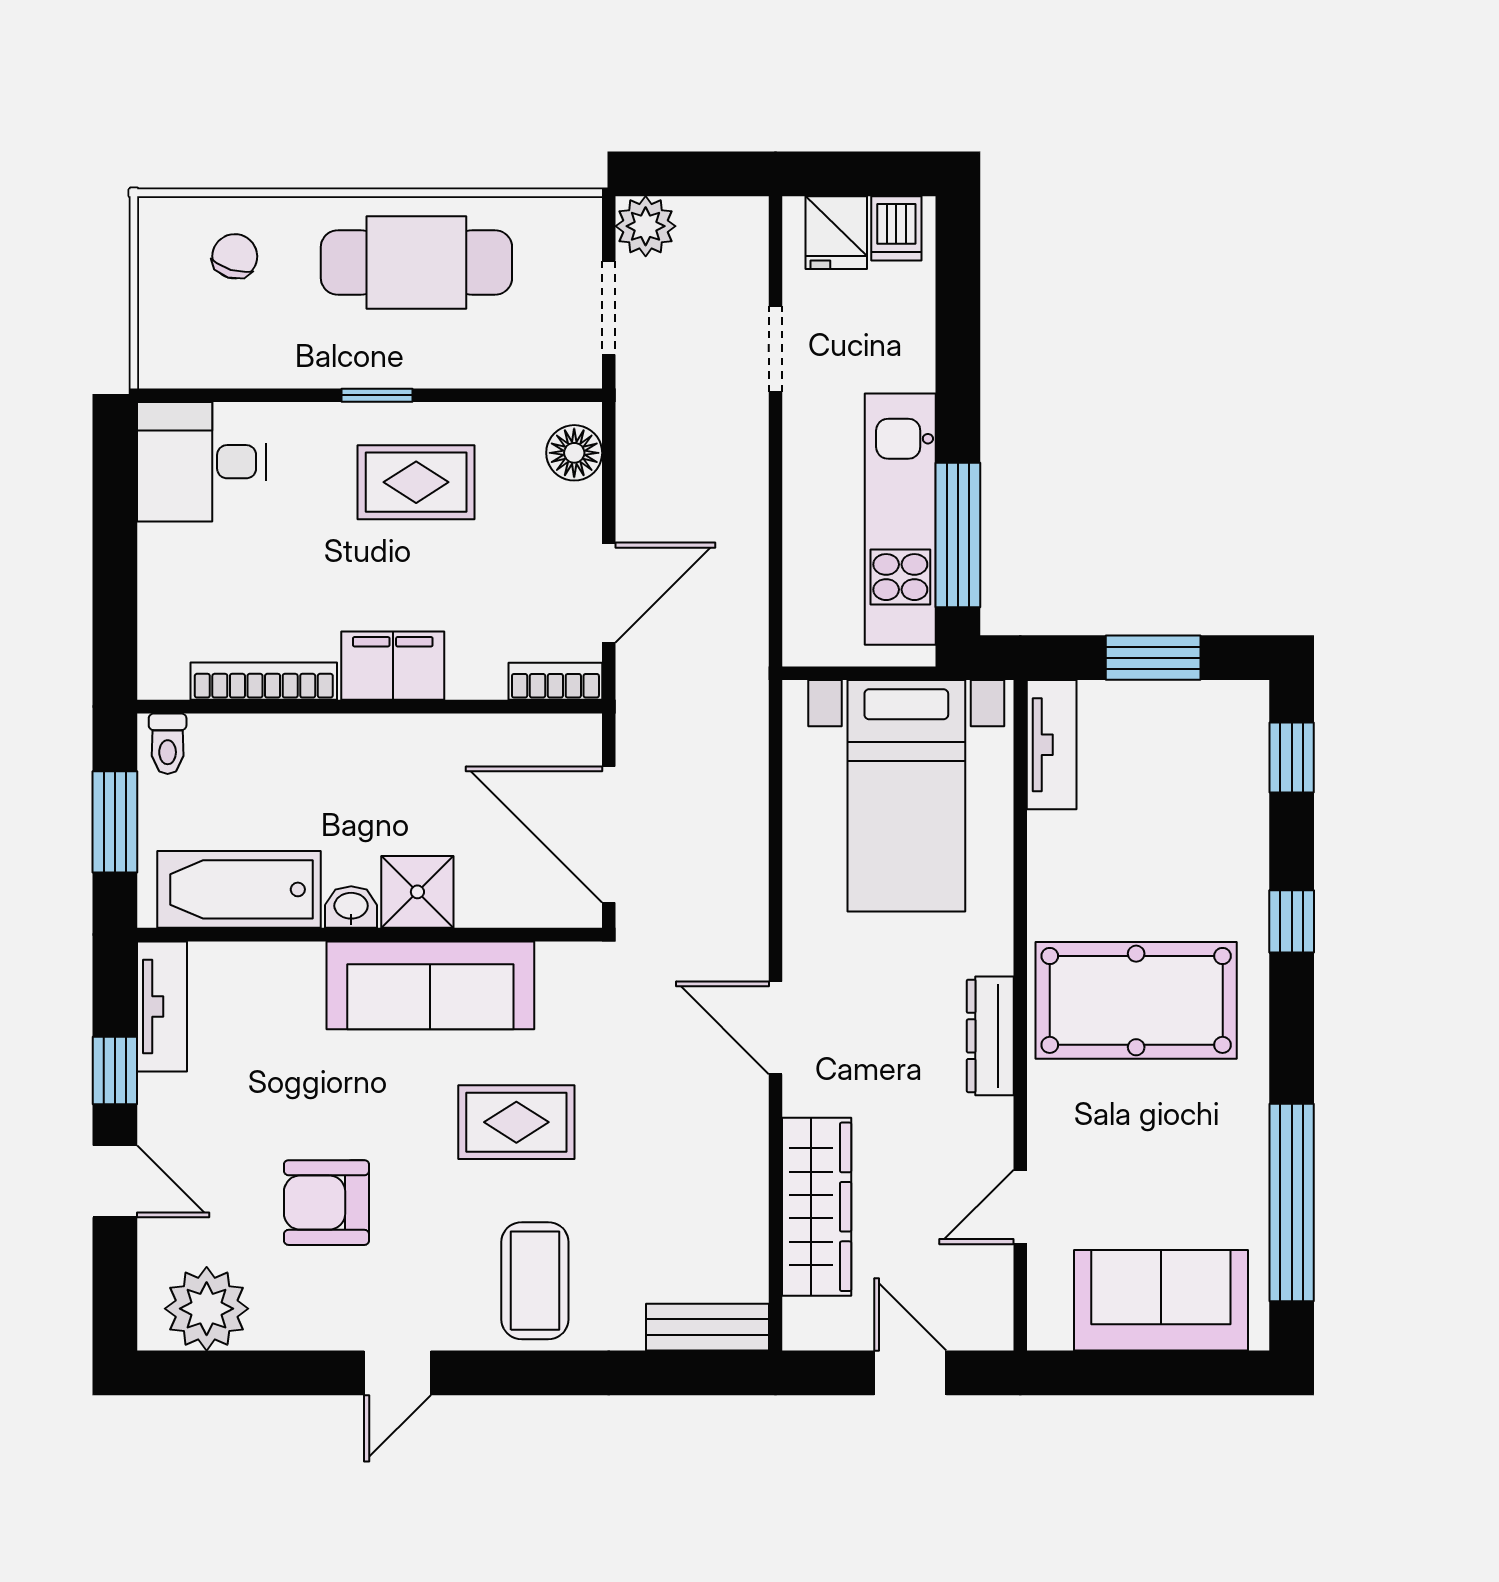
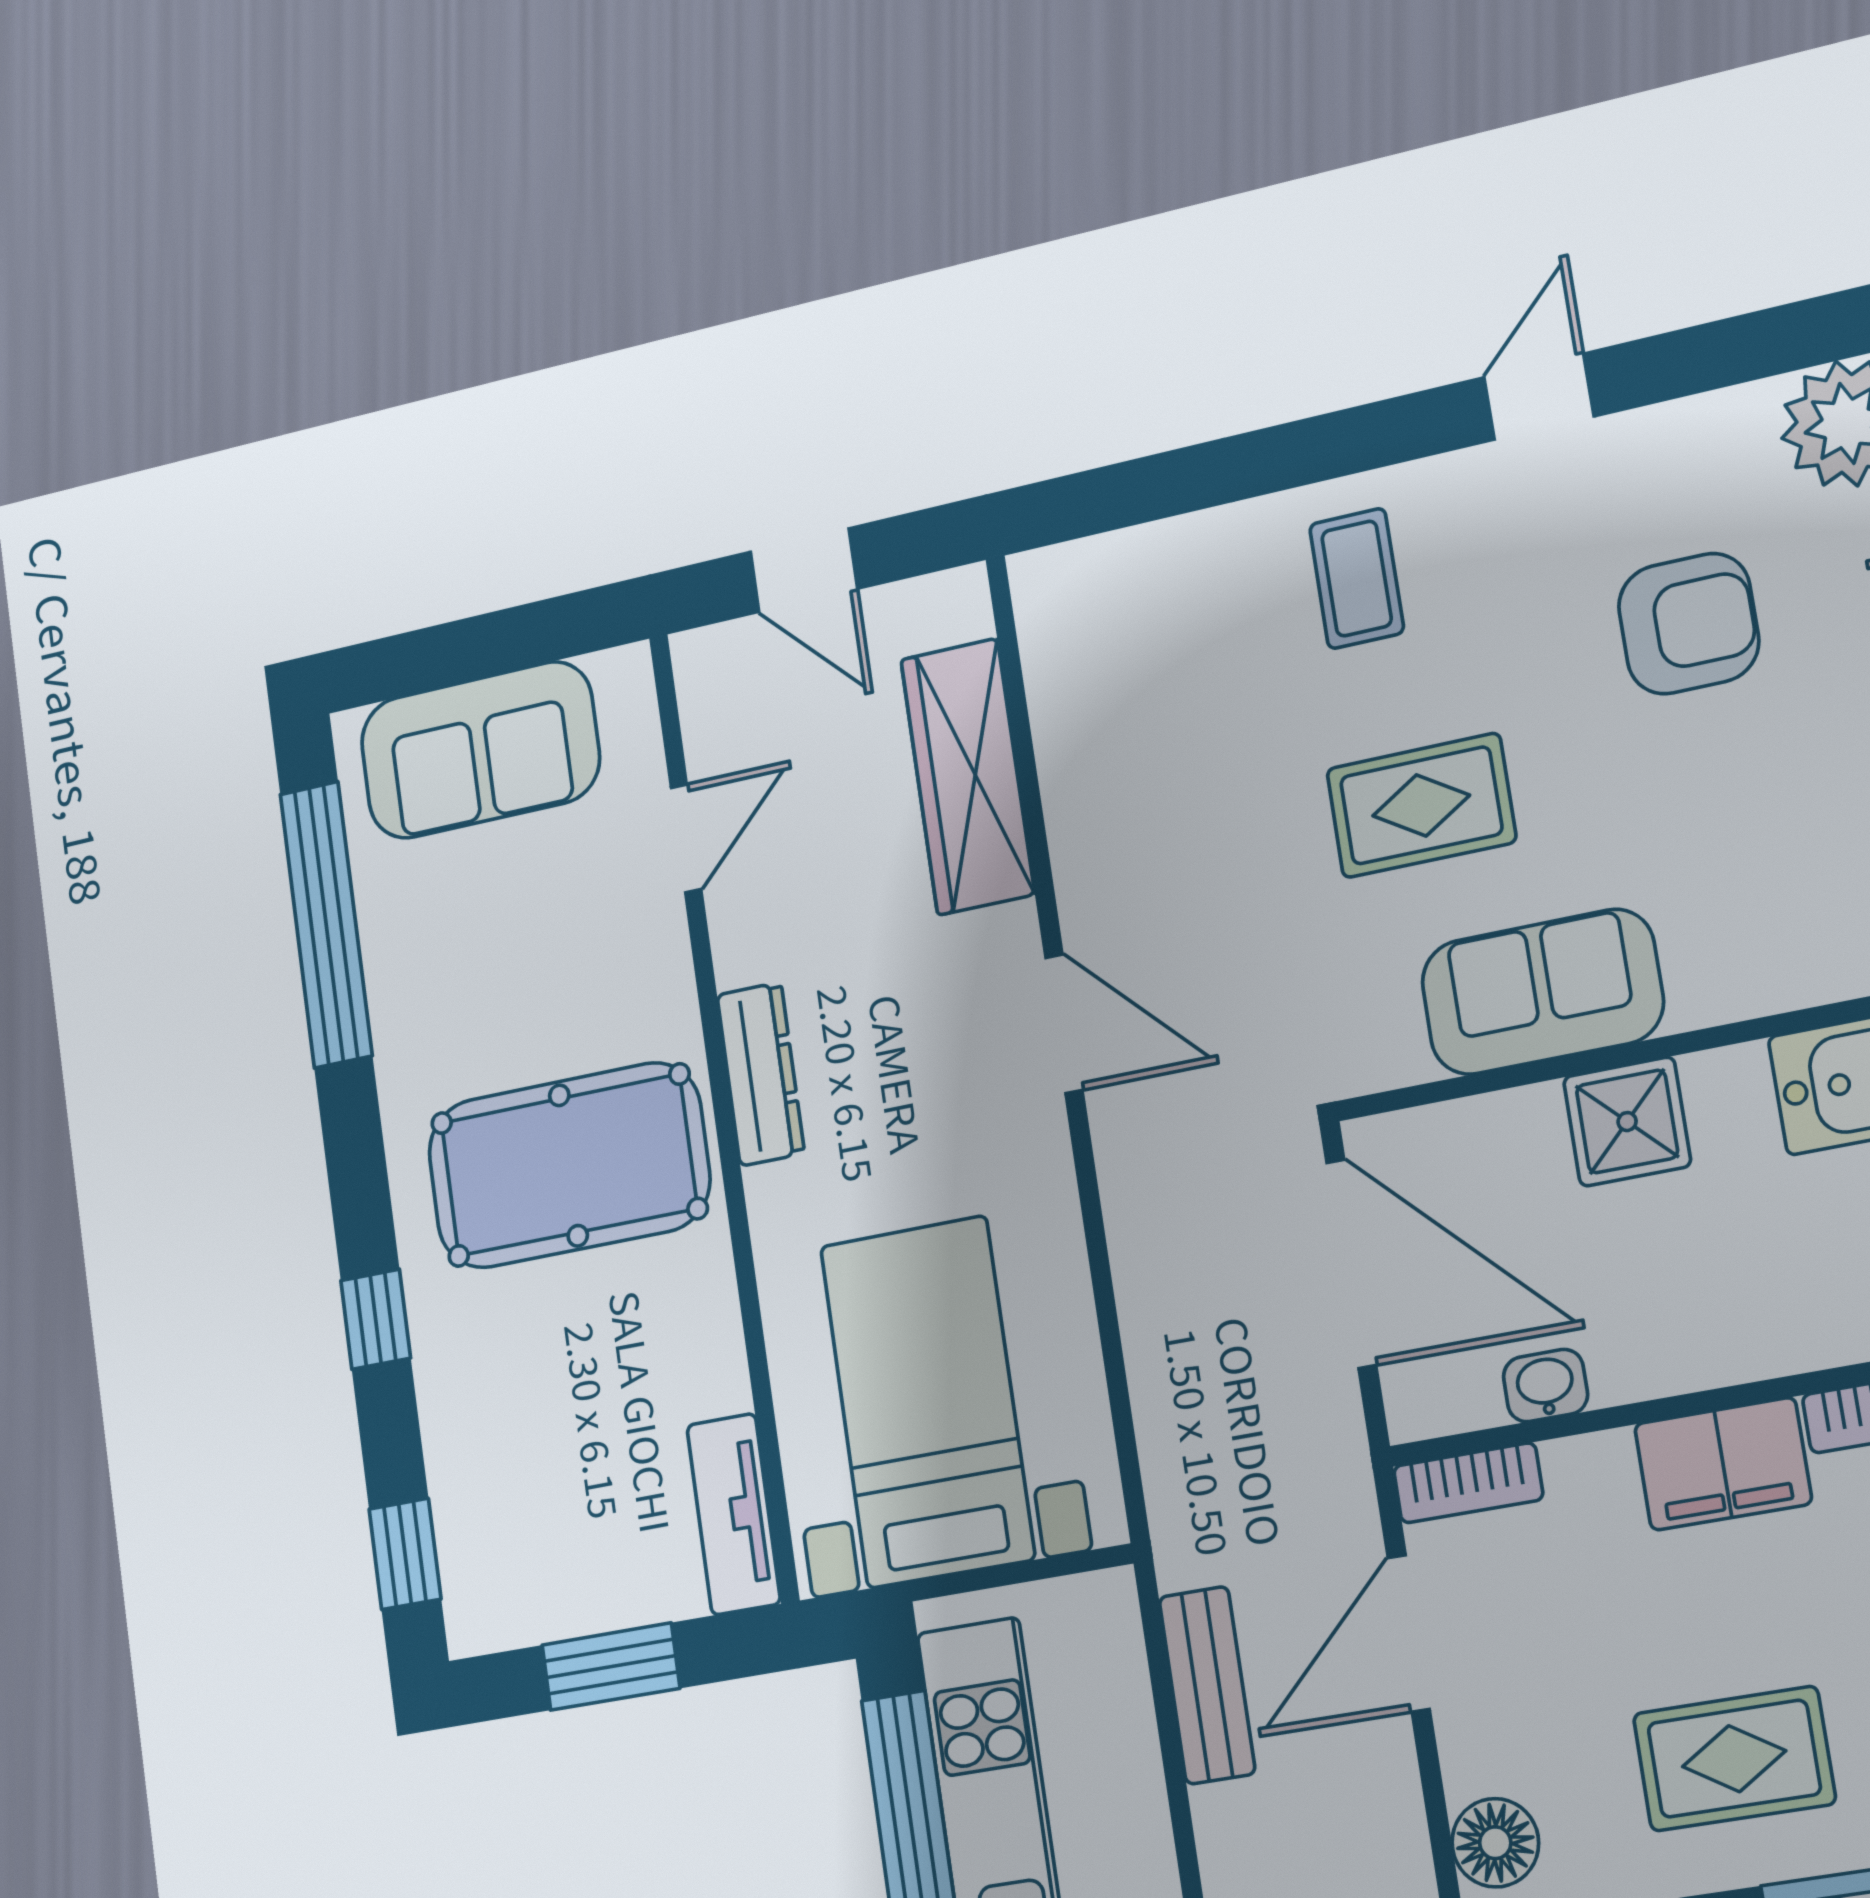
washbasin: (351, 907) -> (1545, 1386), moved, turned 180
sofa: (430, 985) -> (1542, 992), width x0.73
coffee table: (535, 1281) -> (1357, 578), width x0.73, depth x0.77
bench: (708, 1327) -> (1207, 1685), moved, turned 90

